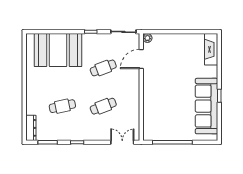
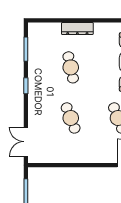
dresser: (31, 128) -> (77, 28), moved
double door: (122, 142) -> (26, 142), swing flipped

